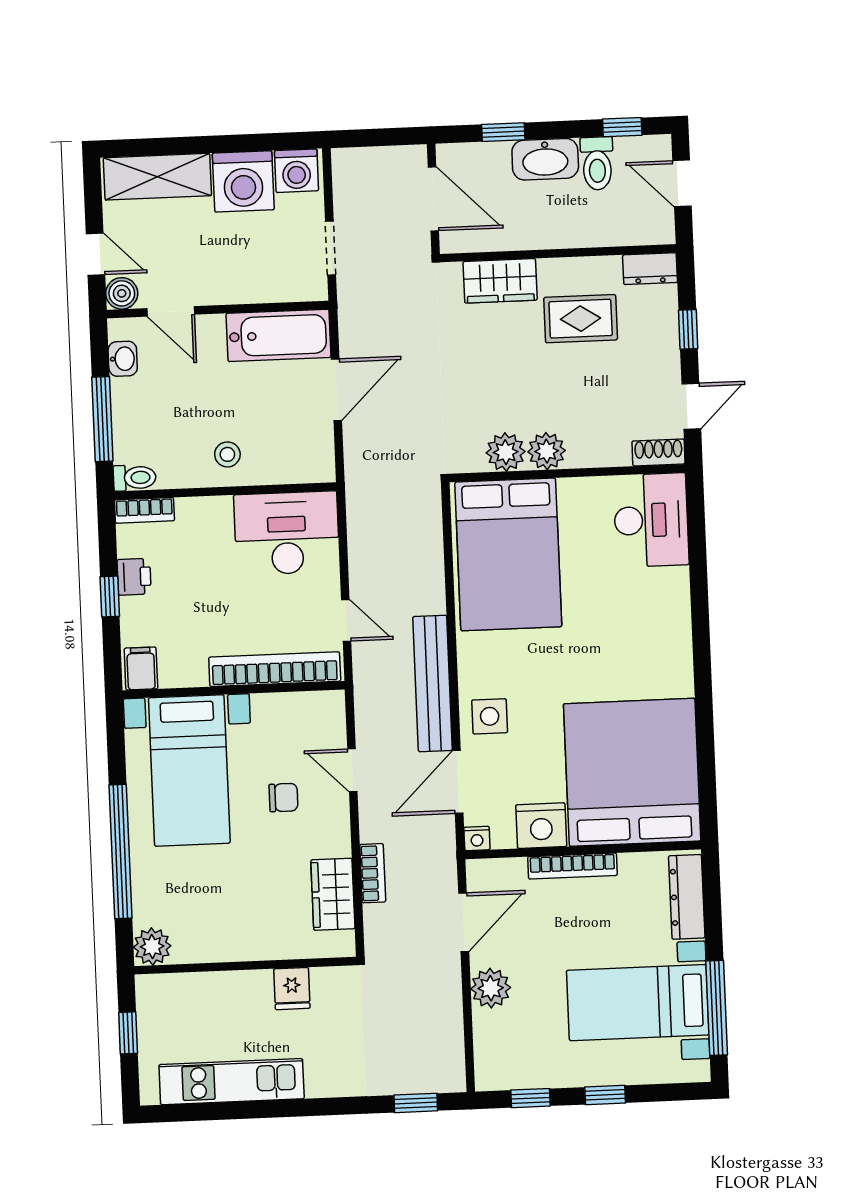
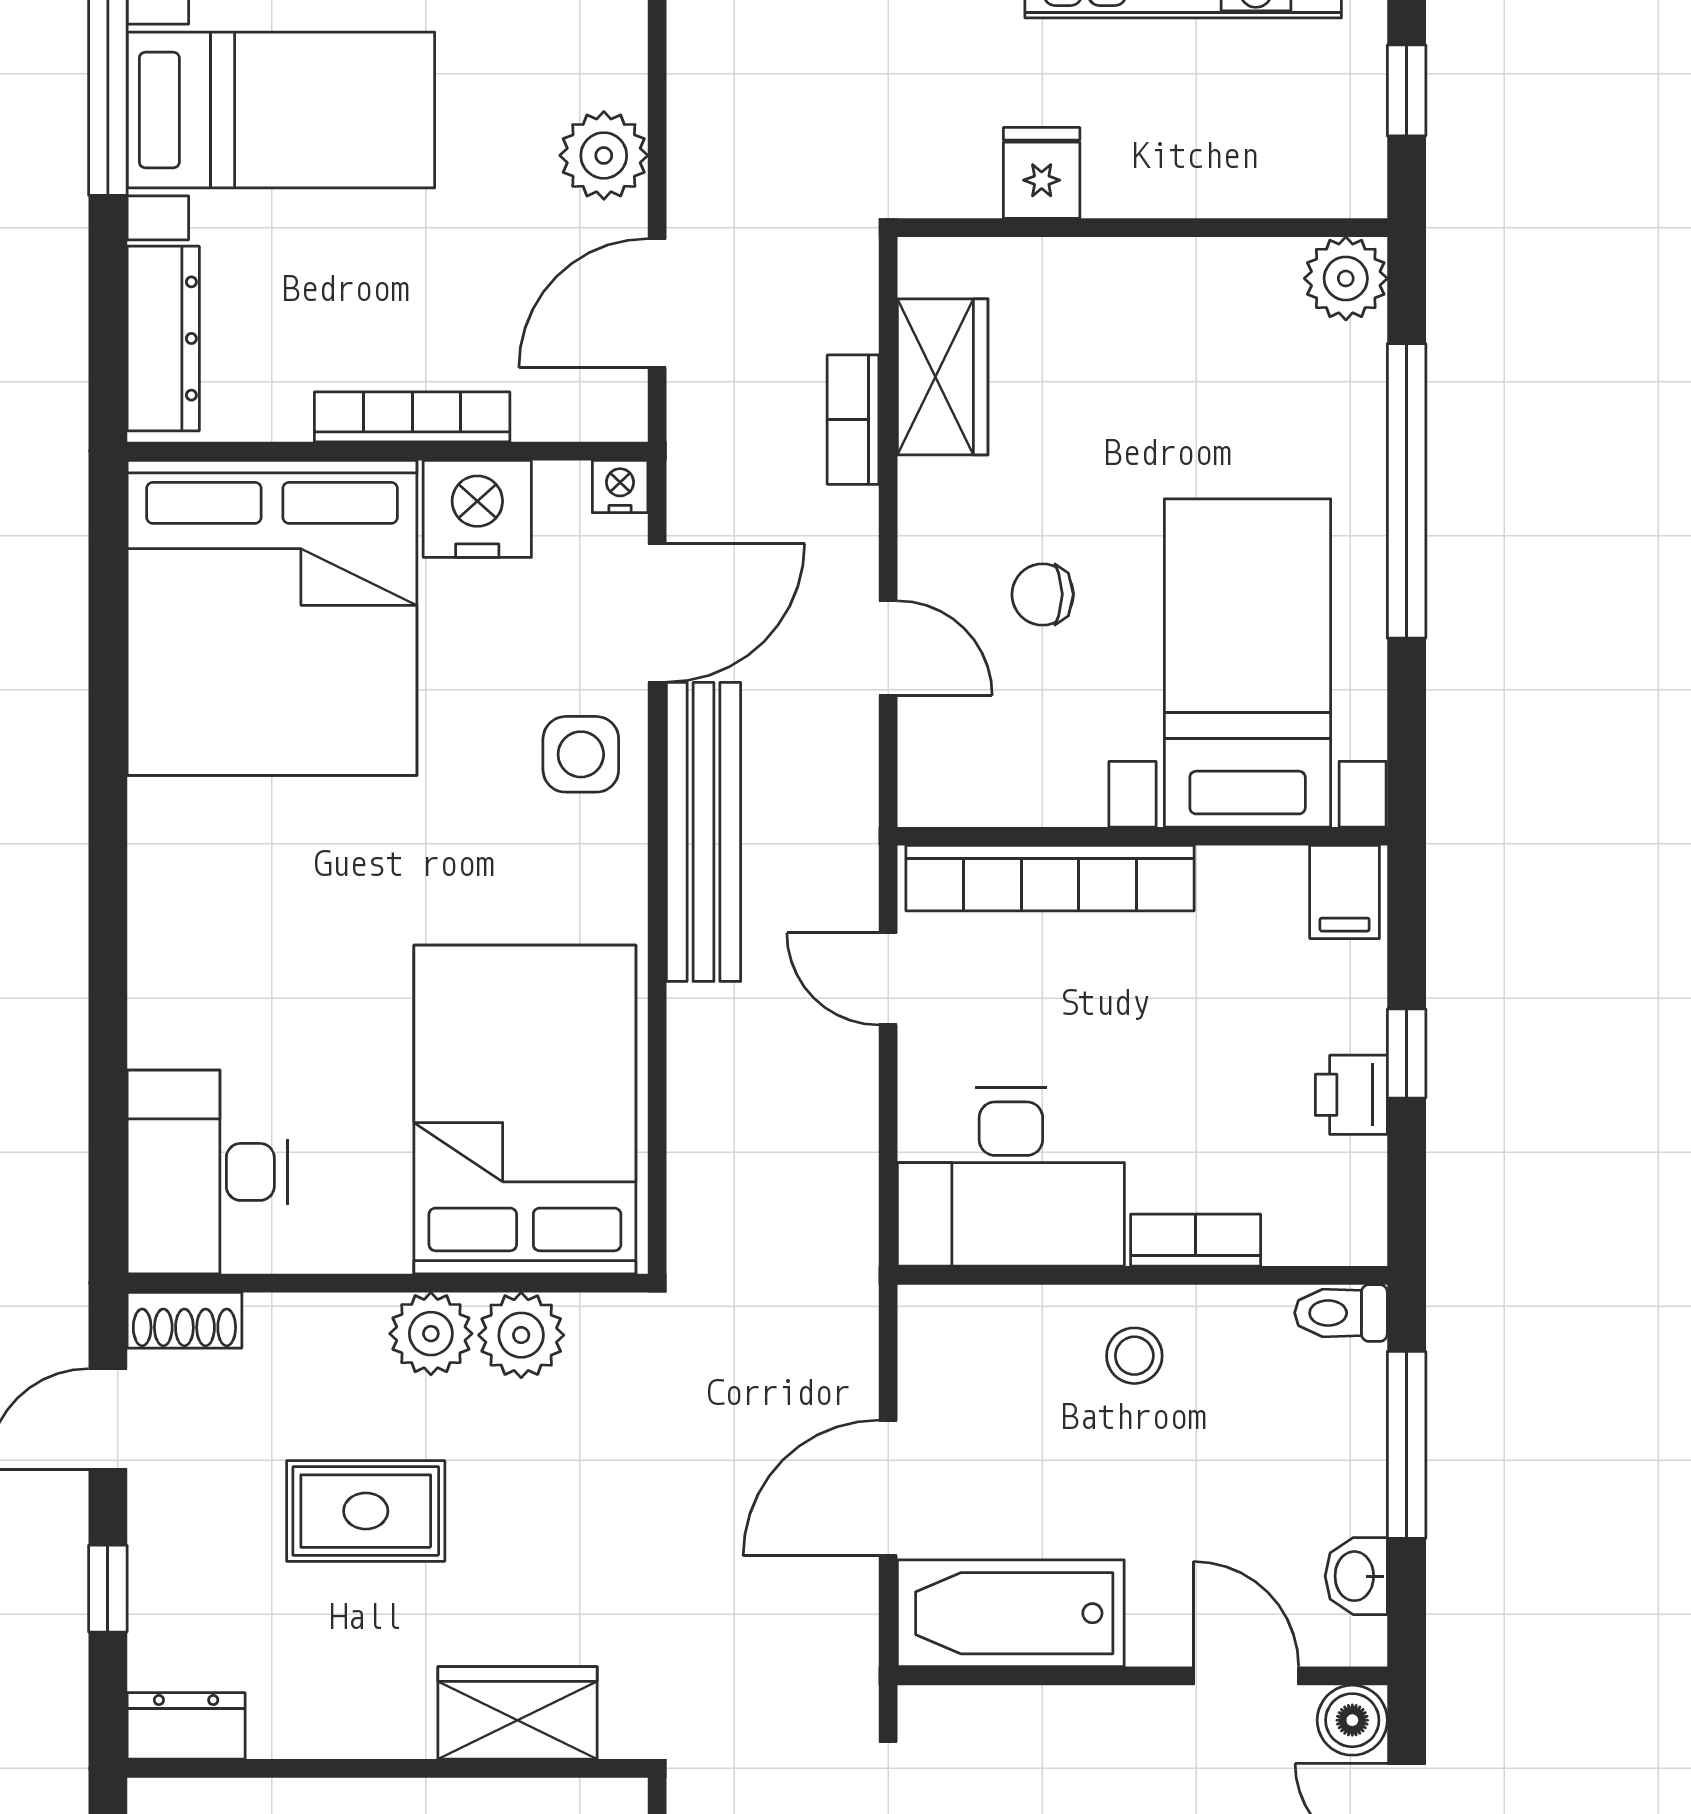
rug: (581, 319) -> (366, 1511), moved
bookcase: (144, 510) -> (1196, 1240), moved

